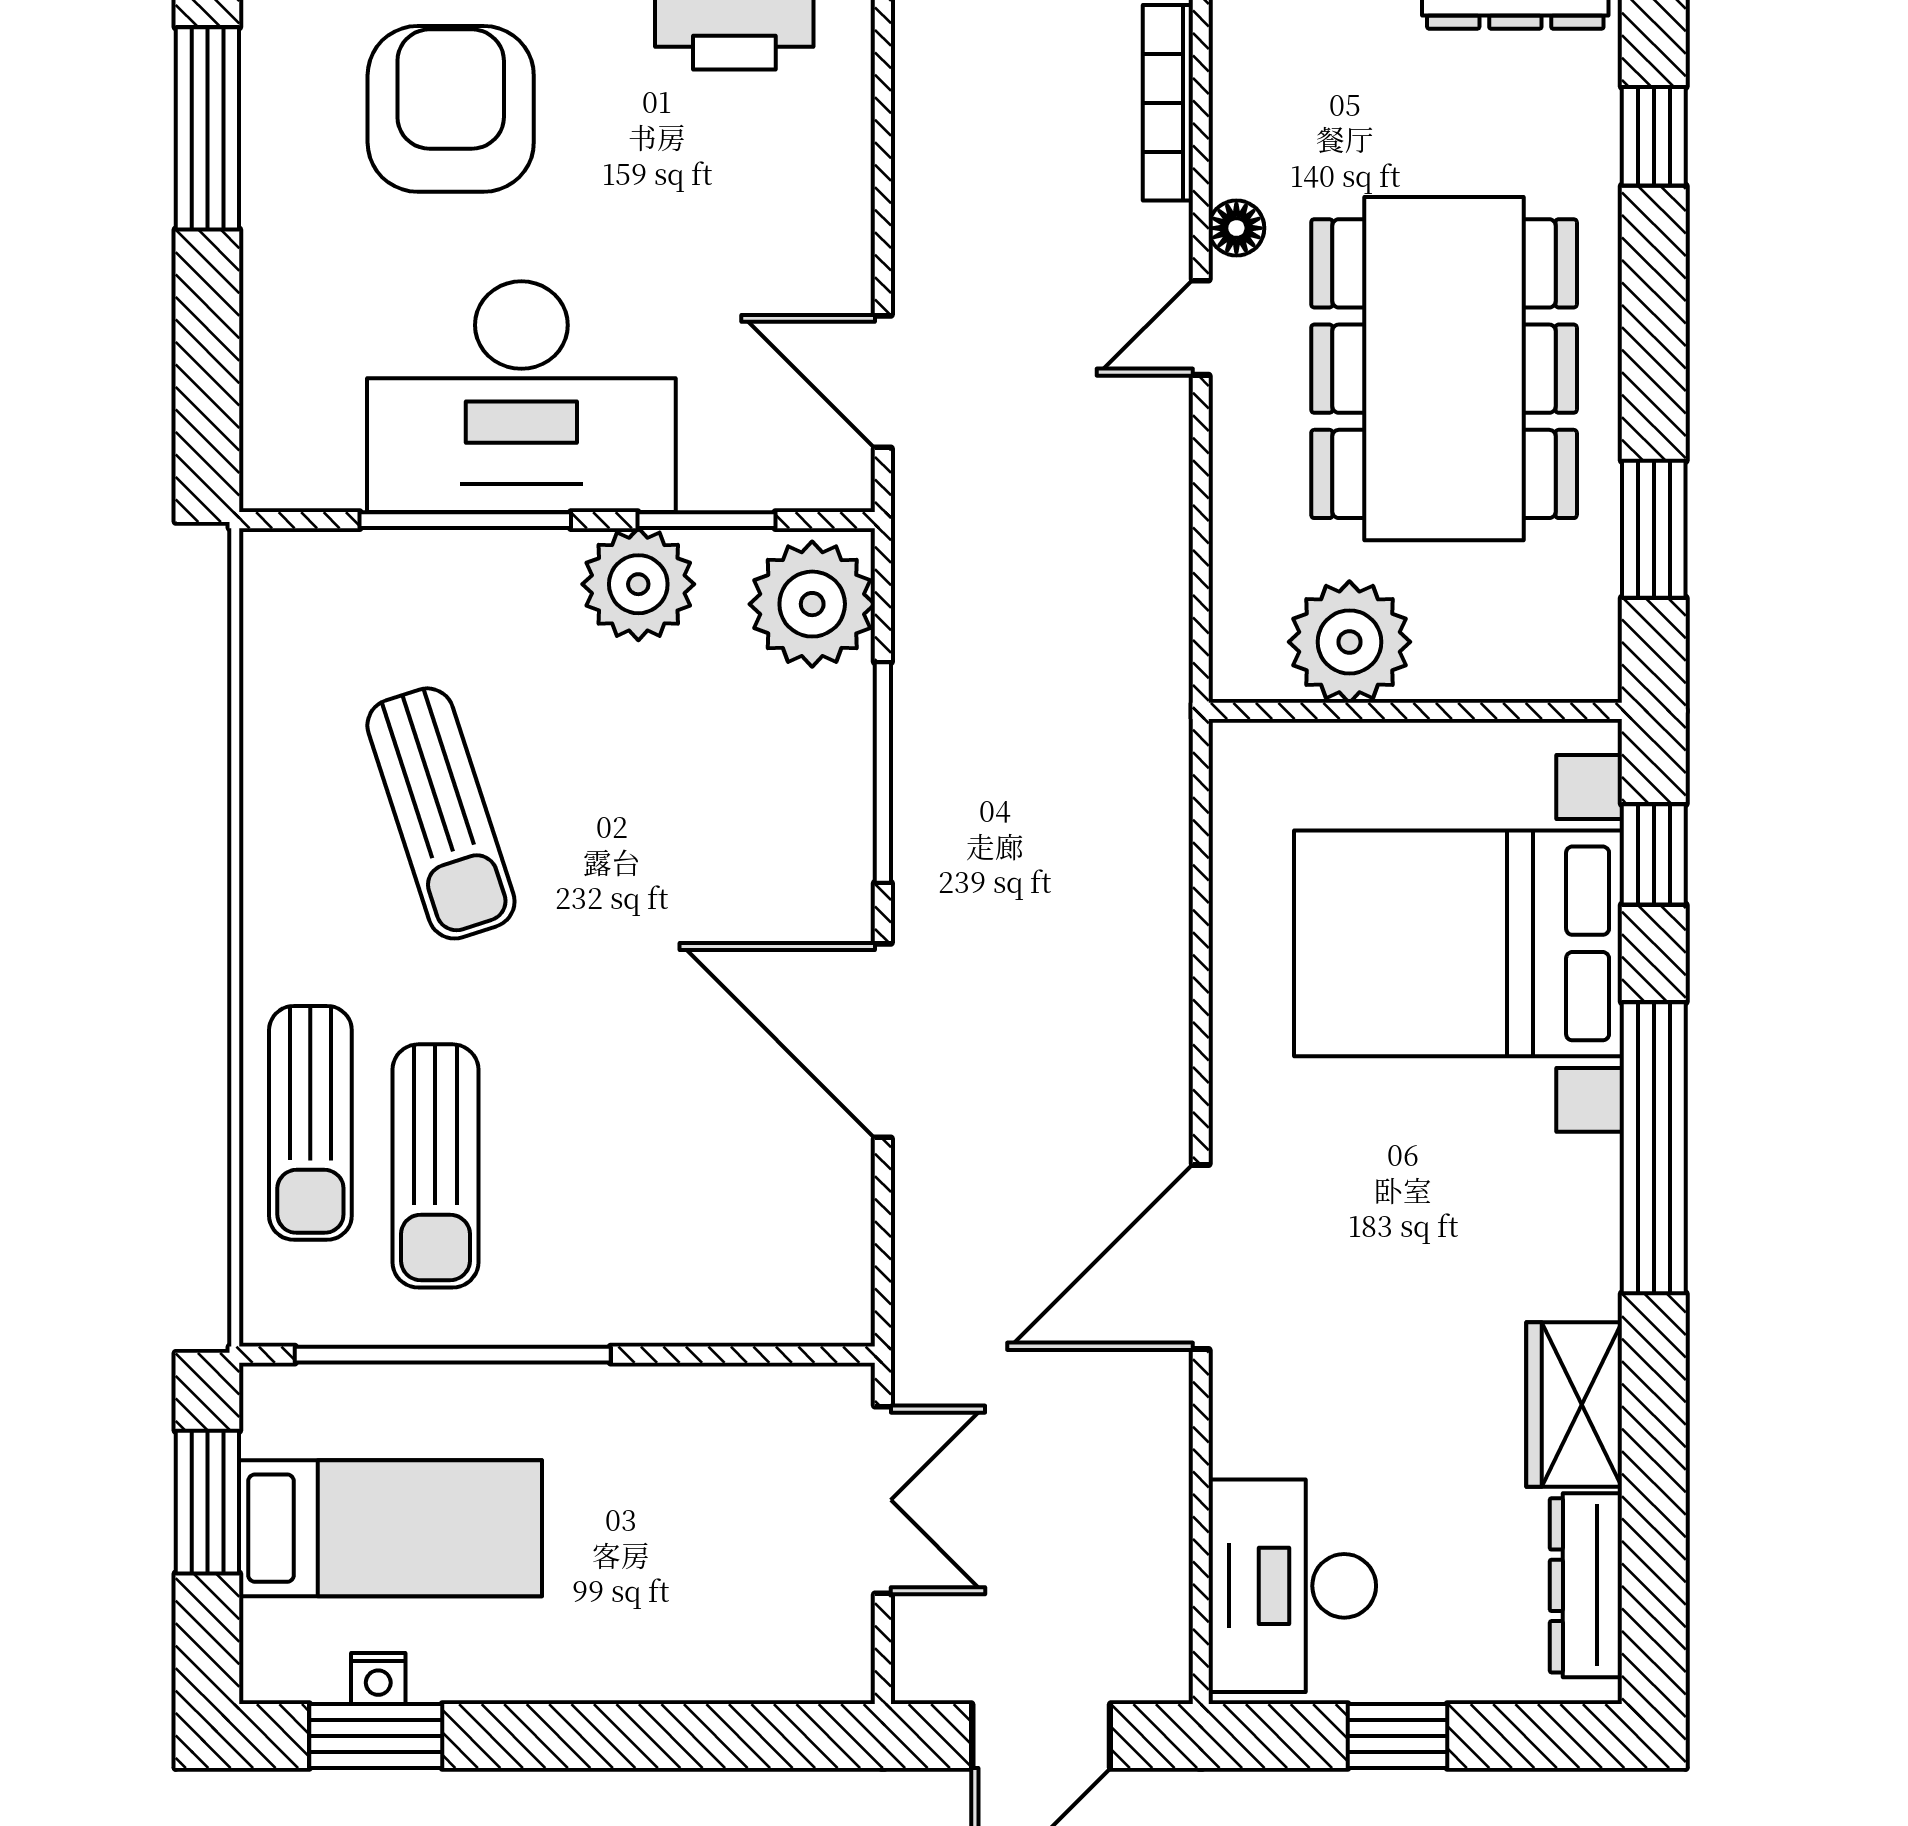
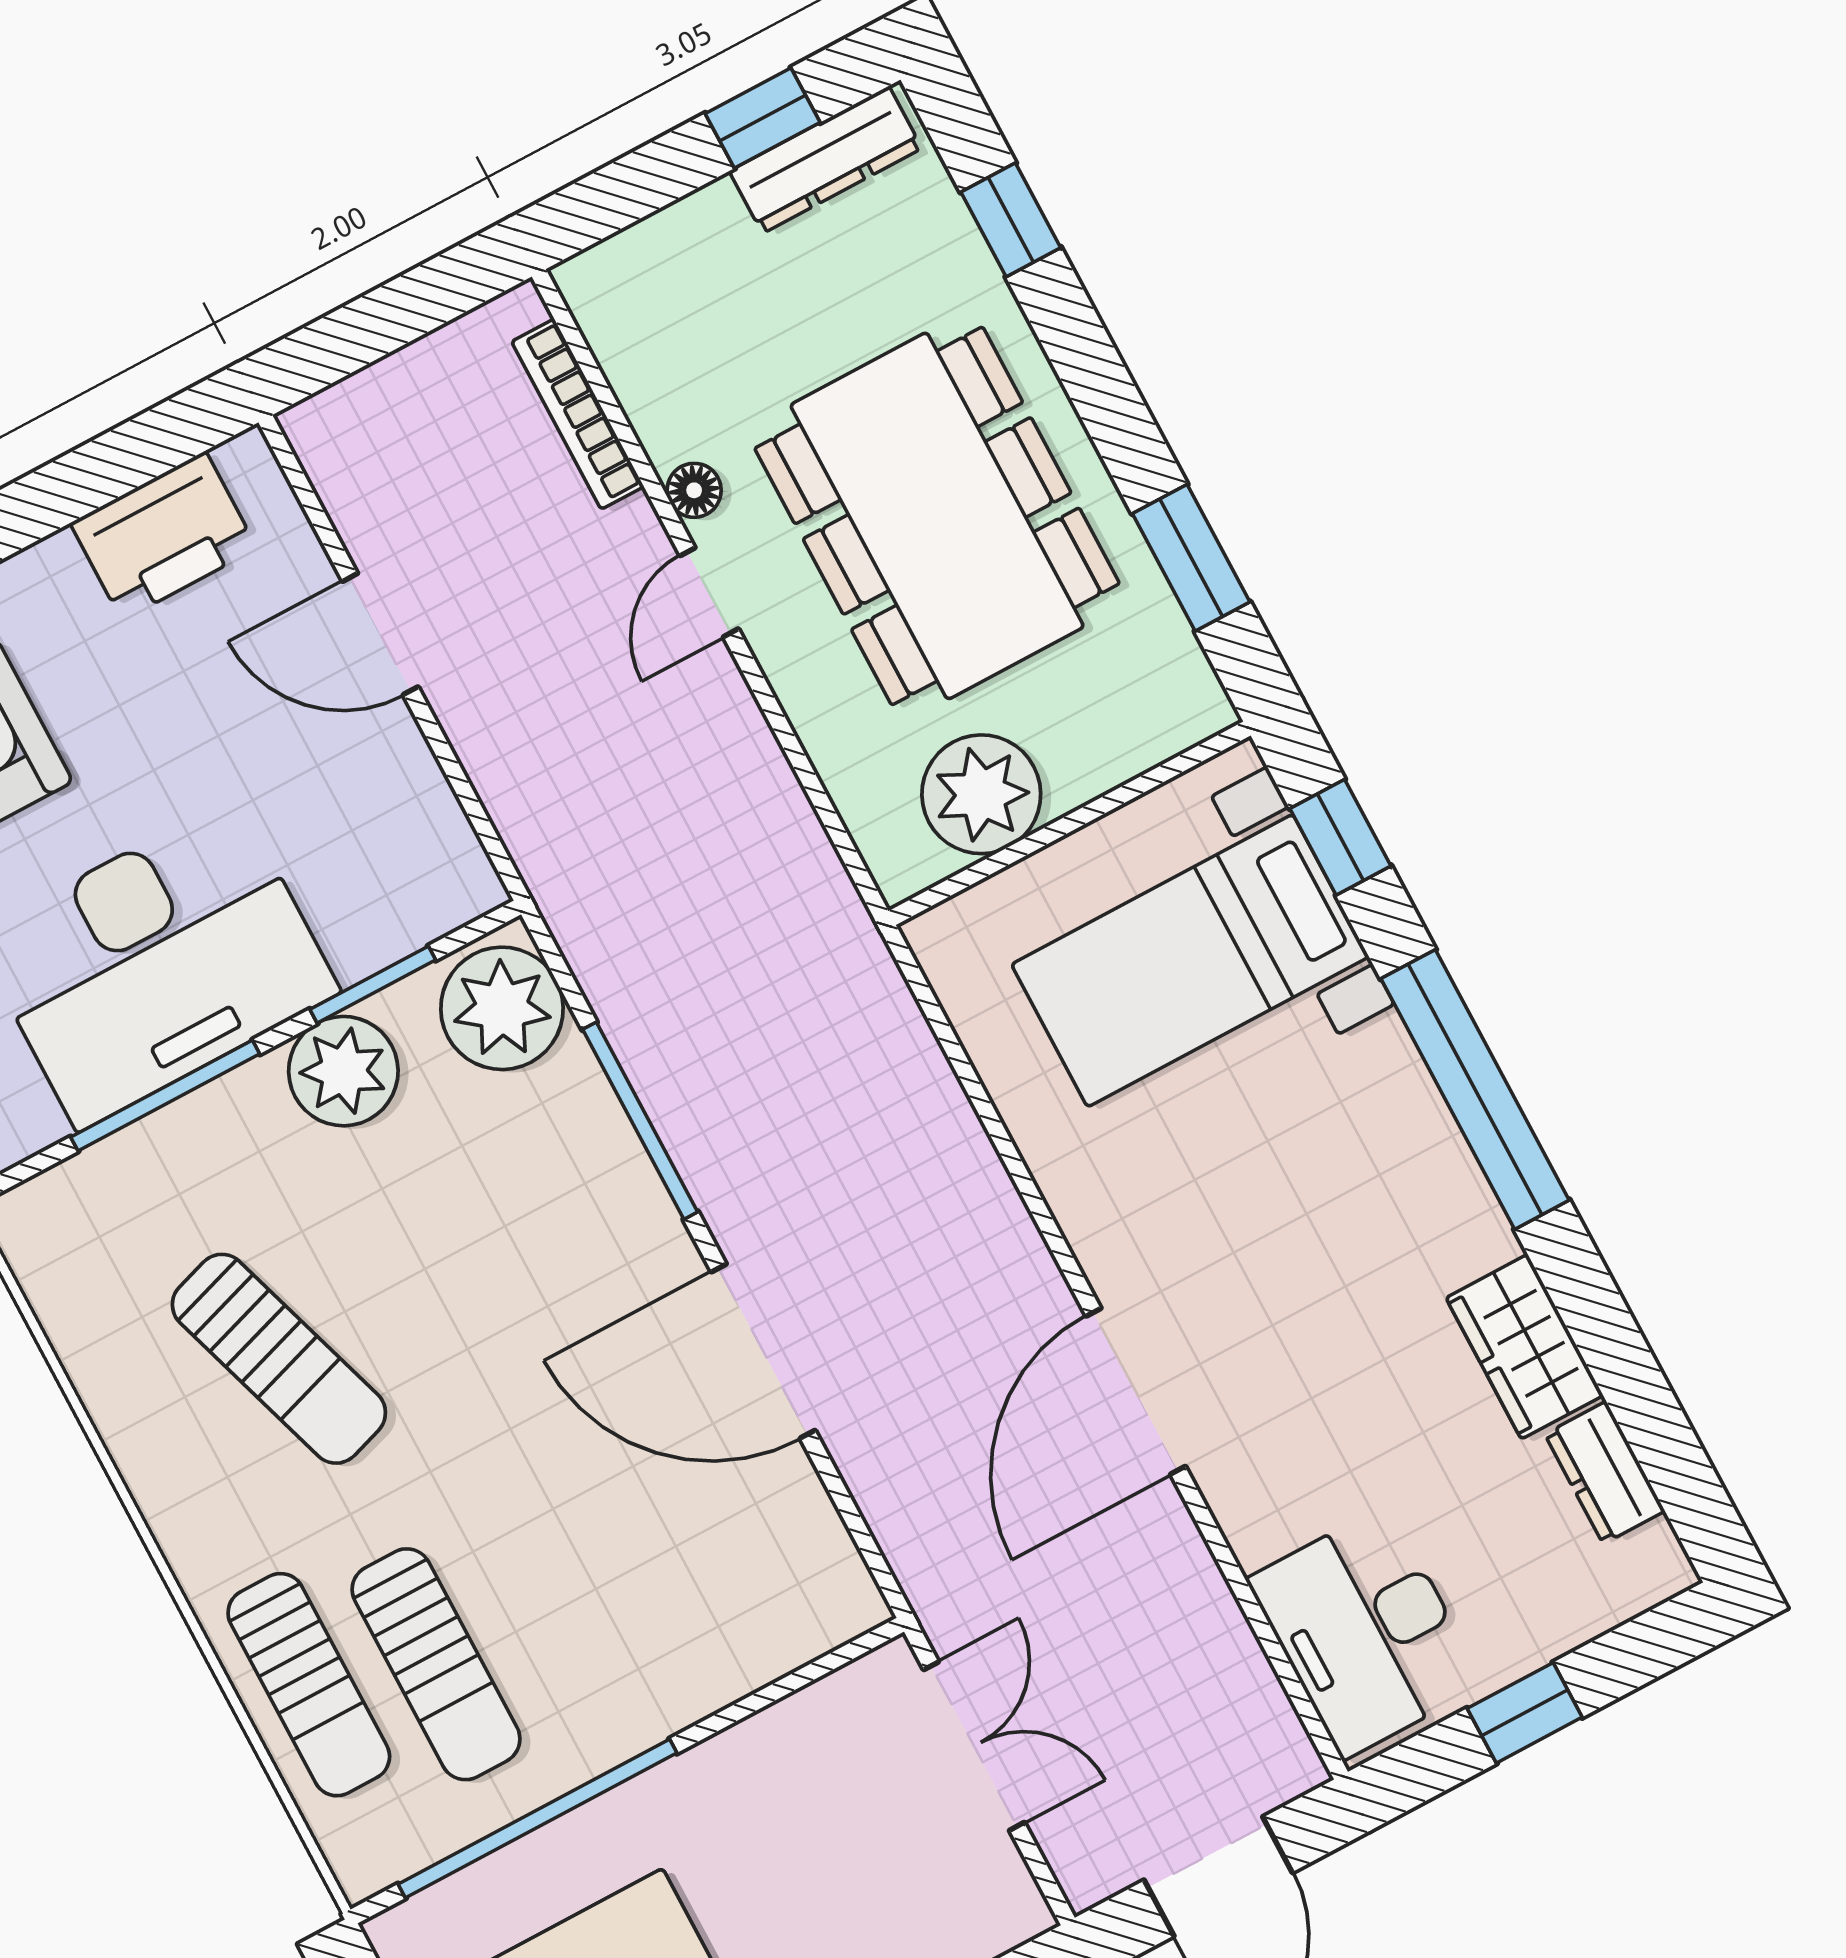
door: (883, 382) -> (380, 634), moved
bed with nightstands: (1458, 943) -> (1190, 961), width x0.73
dresser: (1586, 1585) -> (1605, 1473), width x0.70

